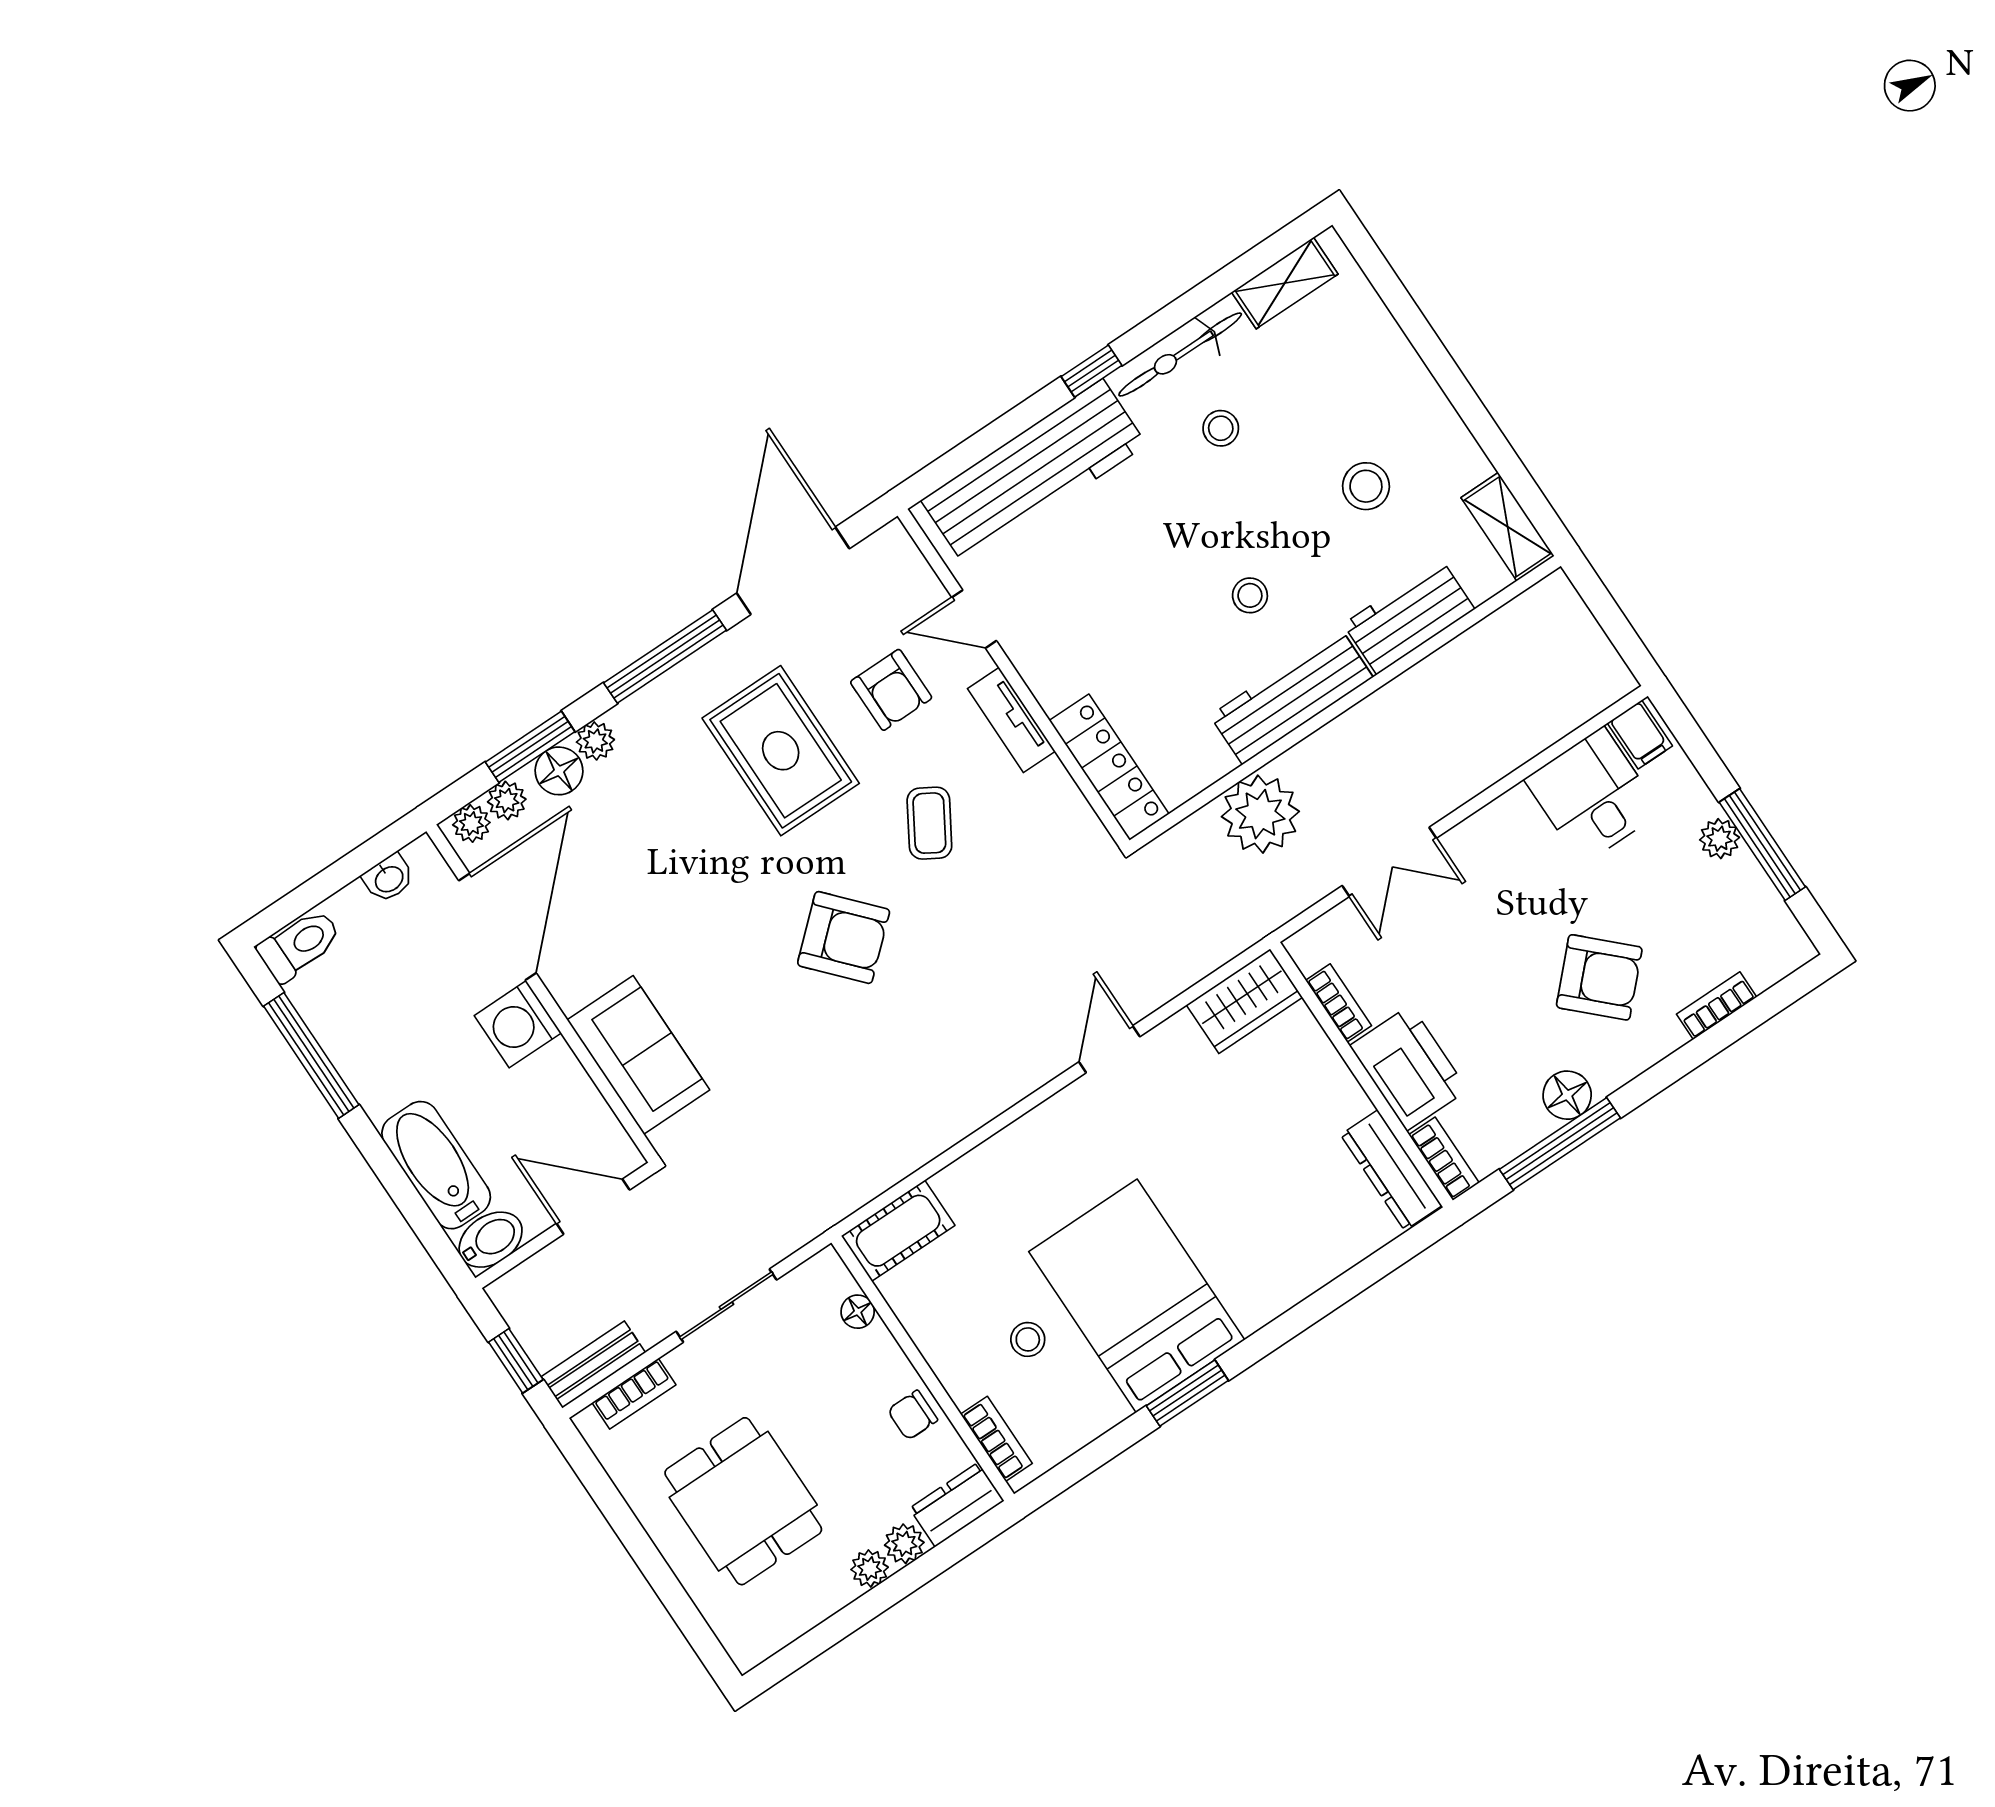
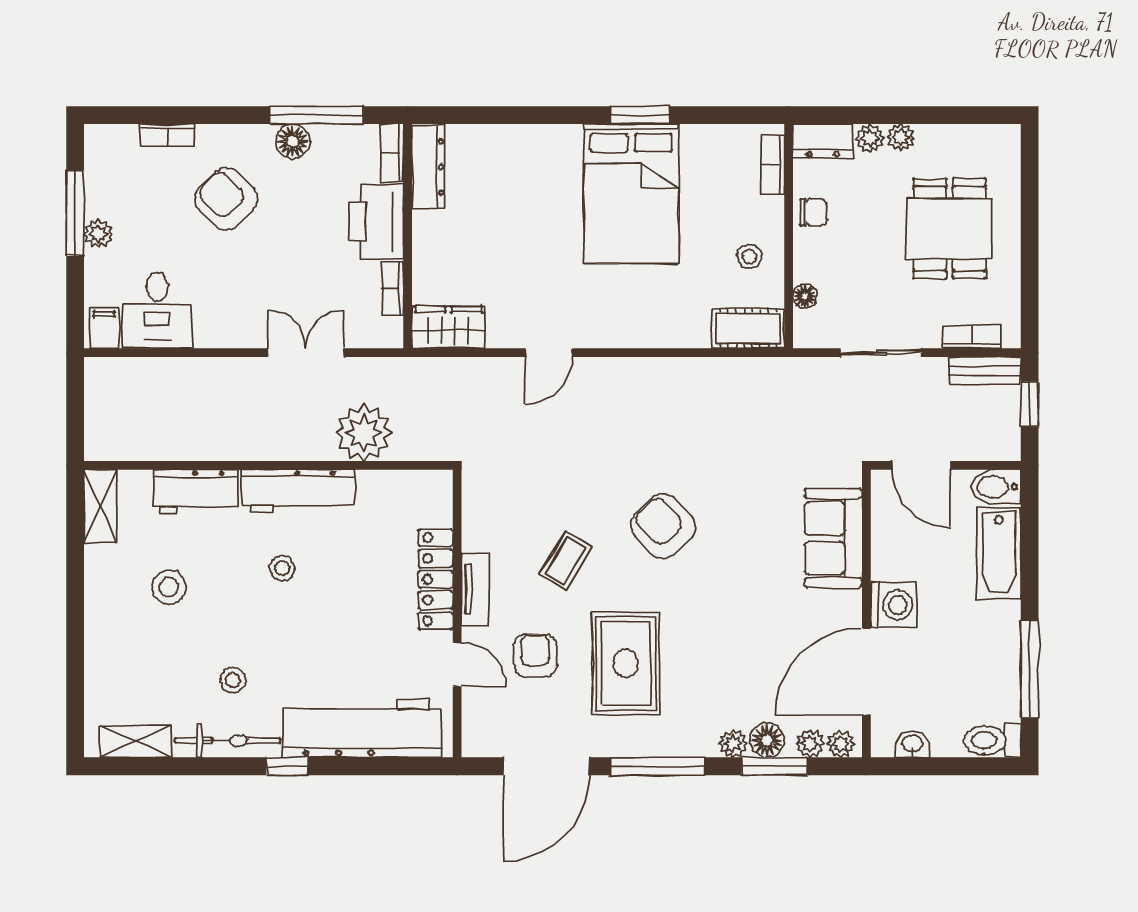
locker: (1109, 767) -> (436, 579), moved
stool: (1028, 1339) -> (749, 256), moved

